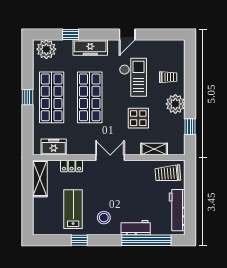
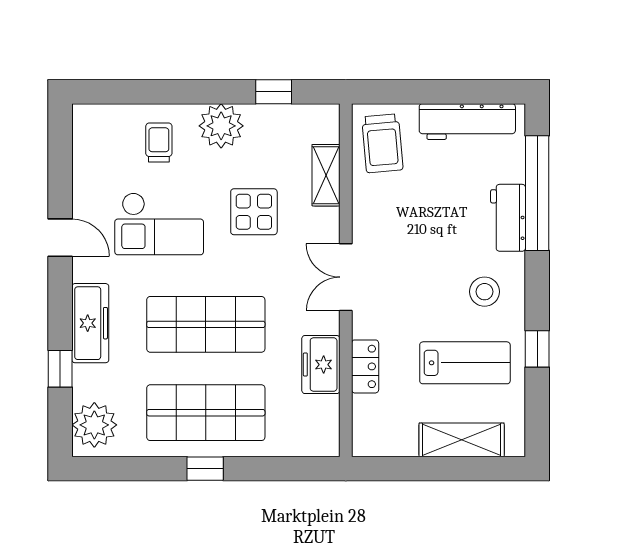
checkout: (133, 77) -> (159, 224), turned 180
freezer: (54, 147) -> (321, 365), moved
shelving: (40, 179) -> (462, 440), moved
lab bench: (73, 209) -> (465, 363), turned 180

